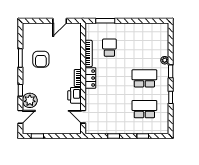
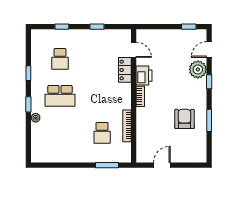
locker: (90, 78) -> (125, 70), moved
school desk: (144, 109) -> (60, 59), width x0.54

